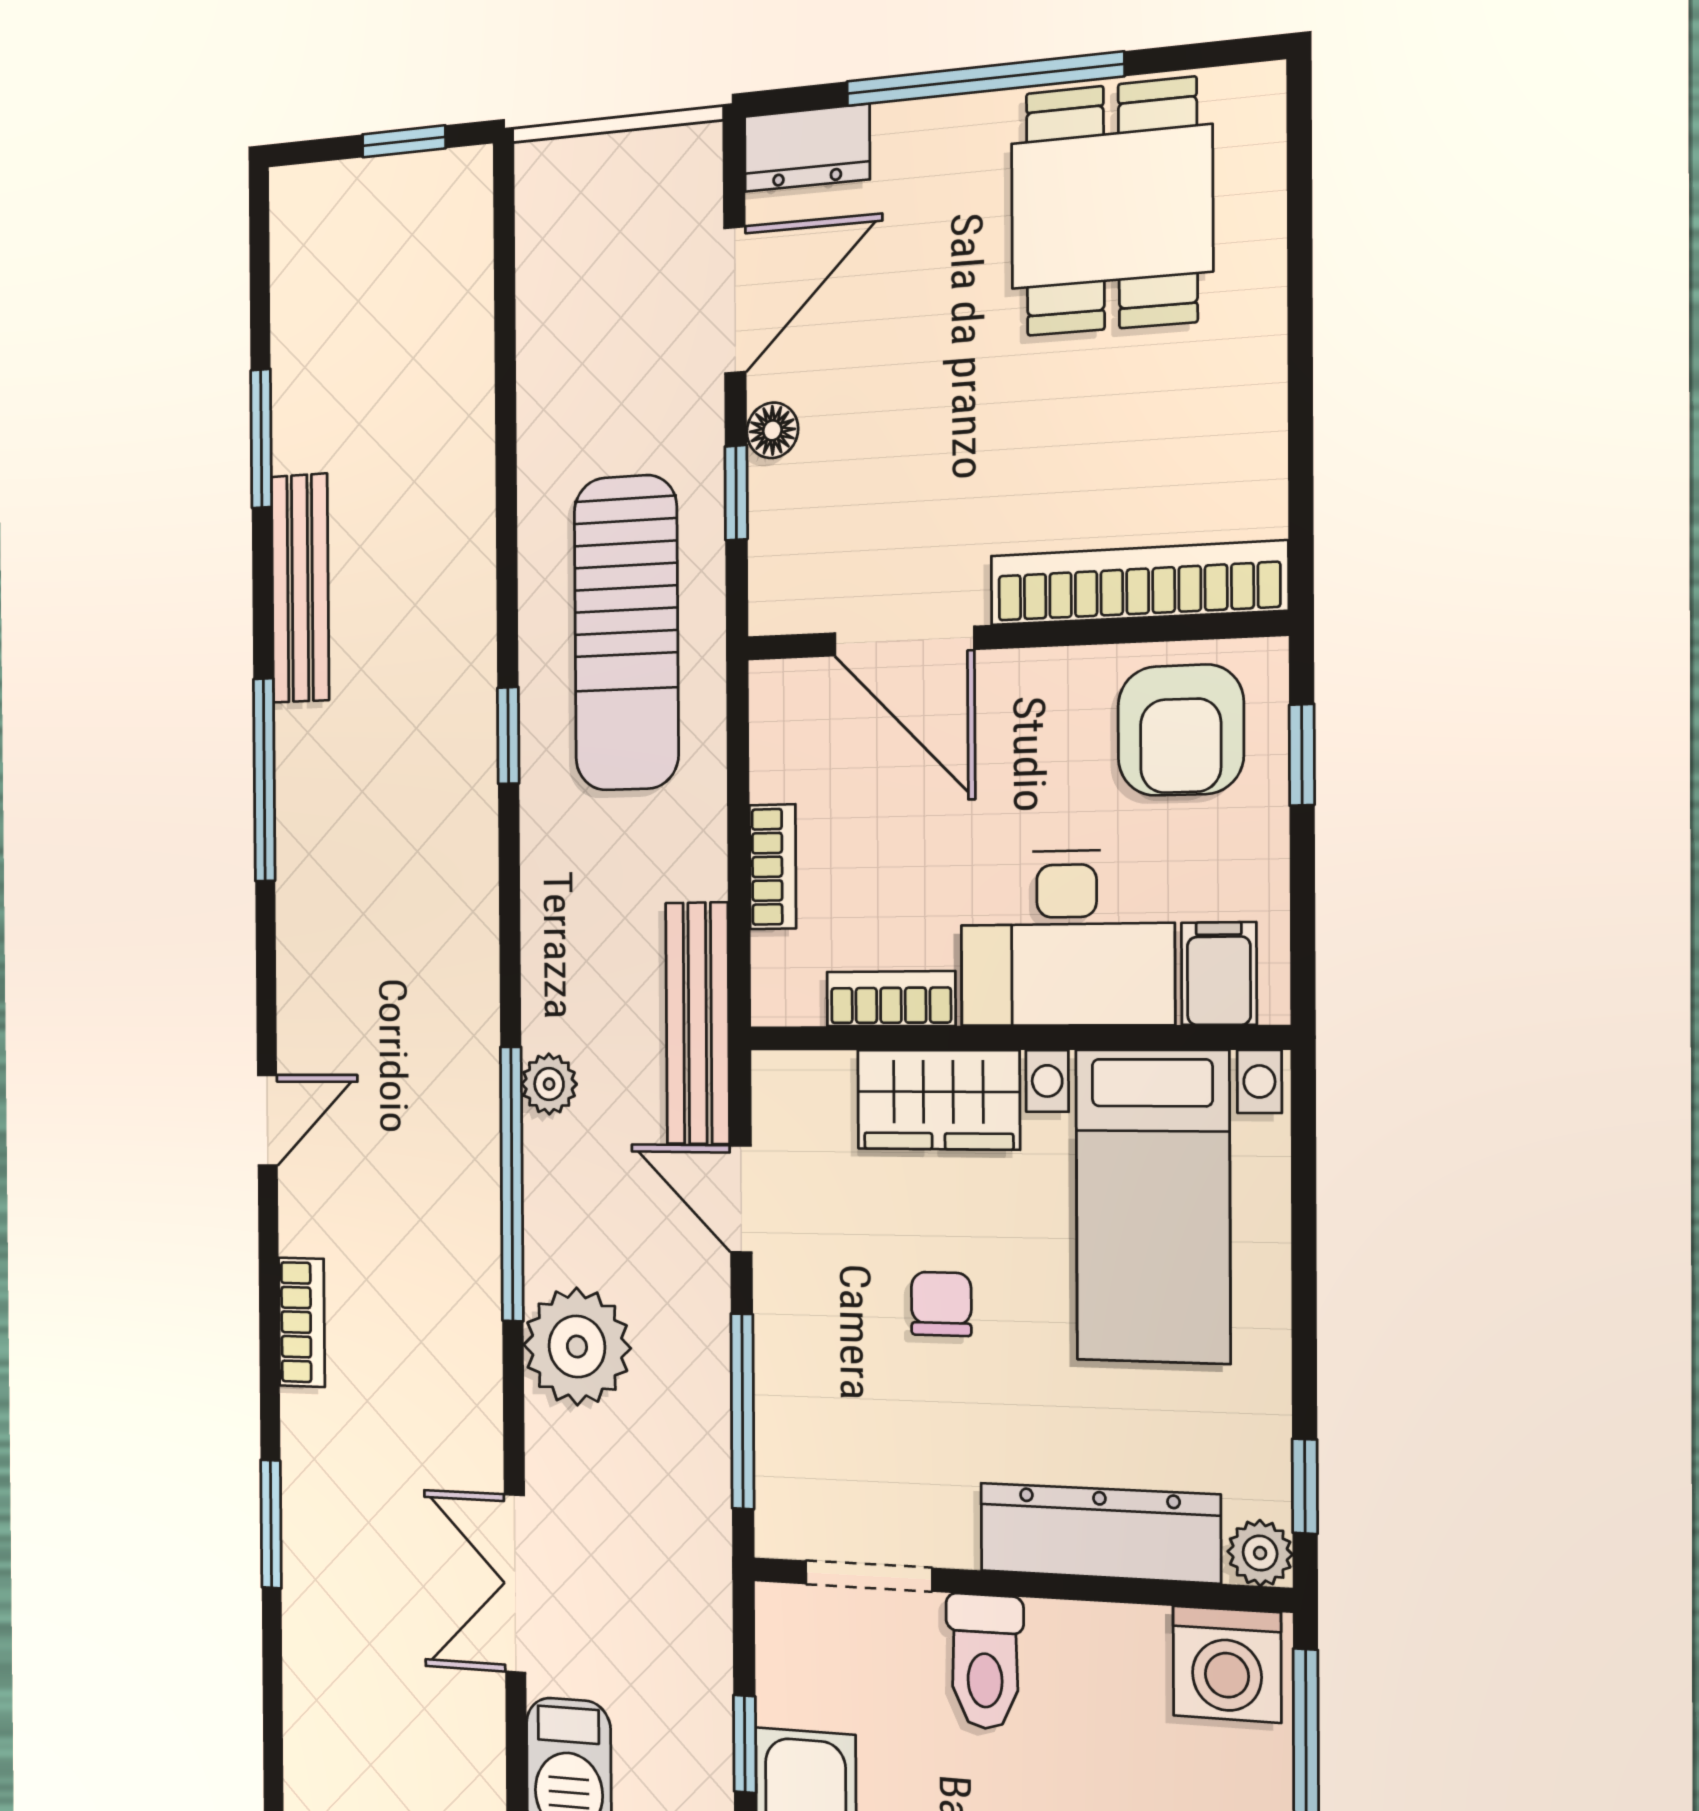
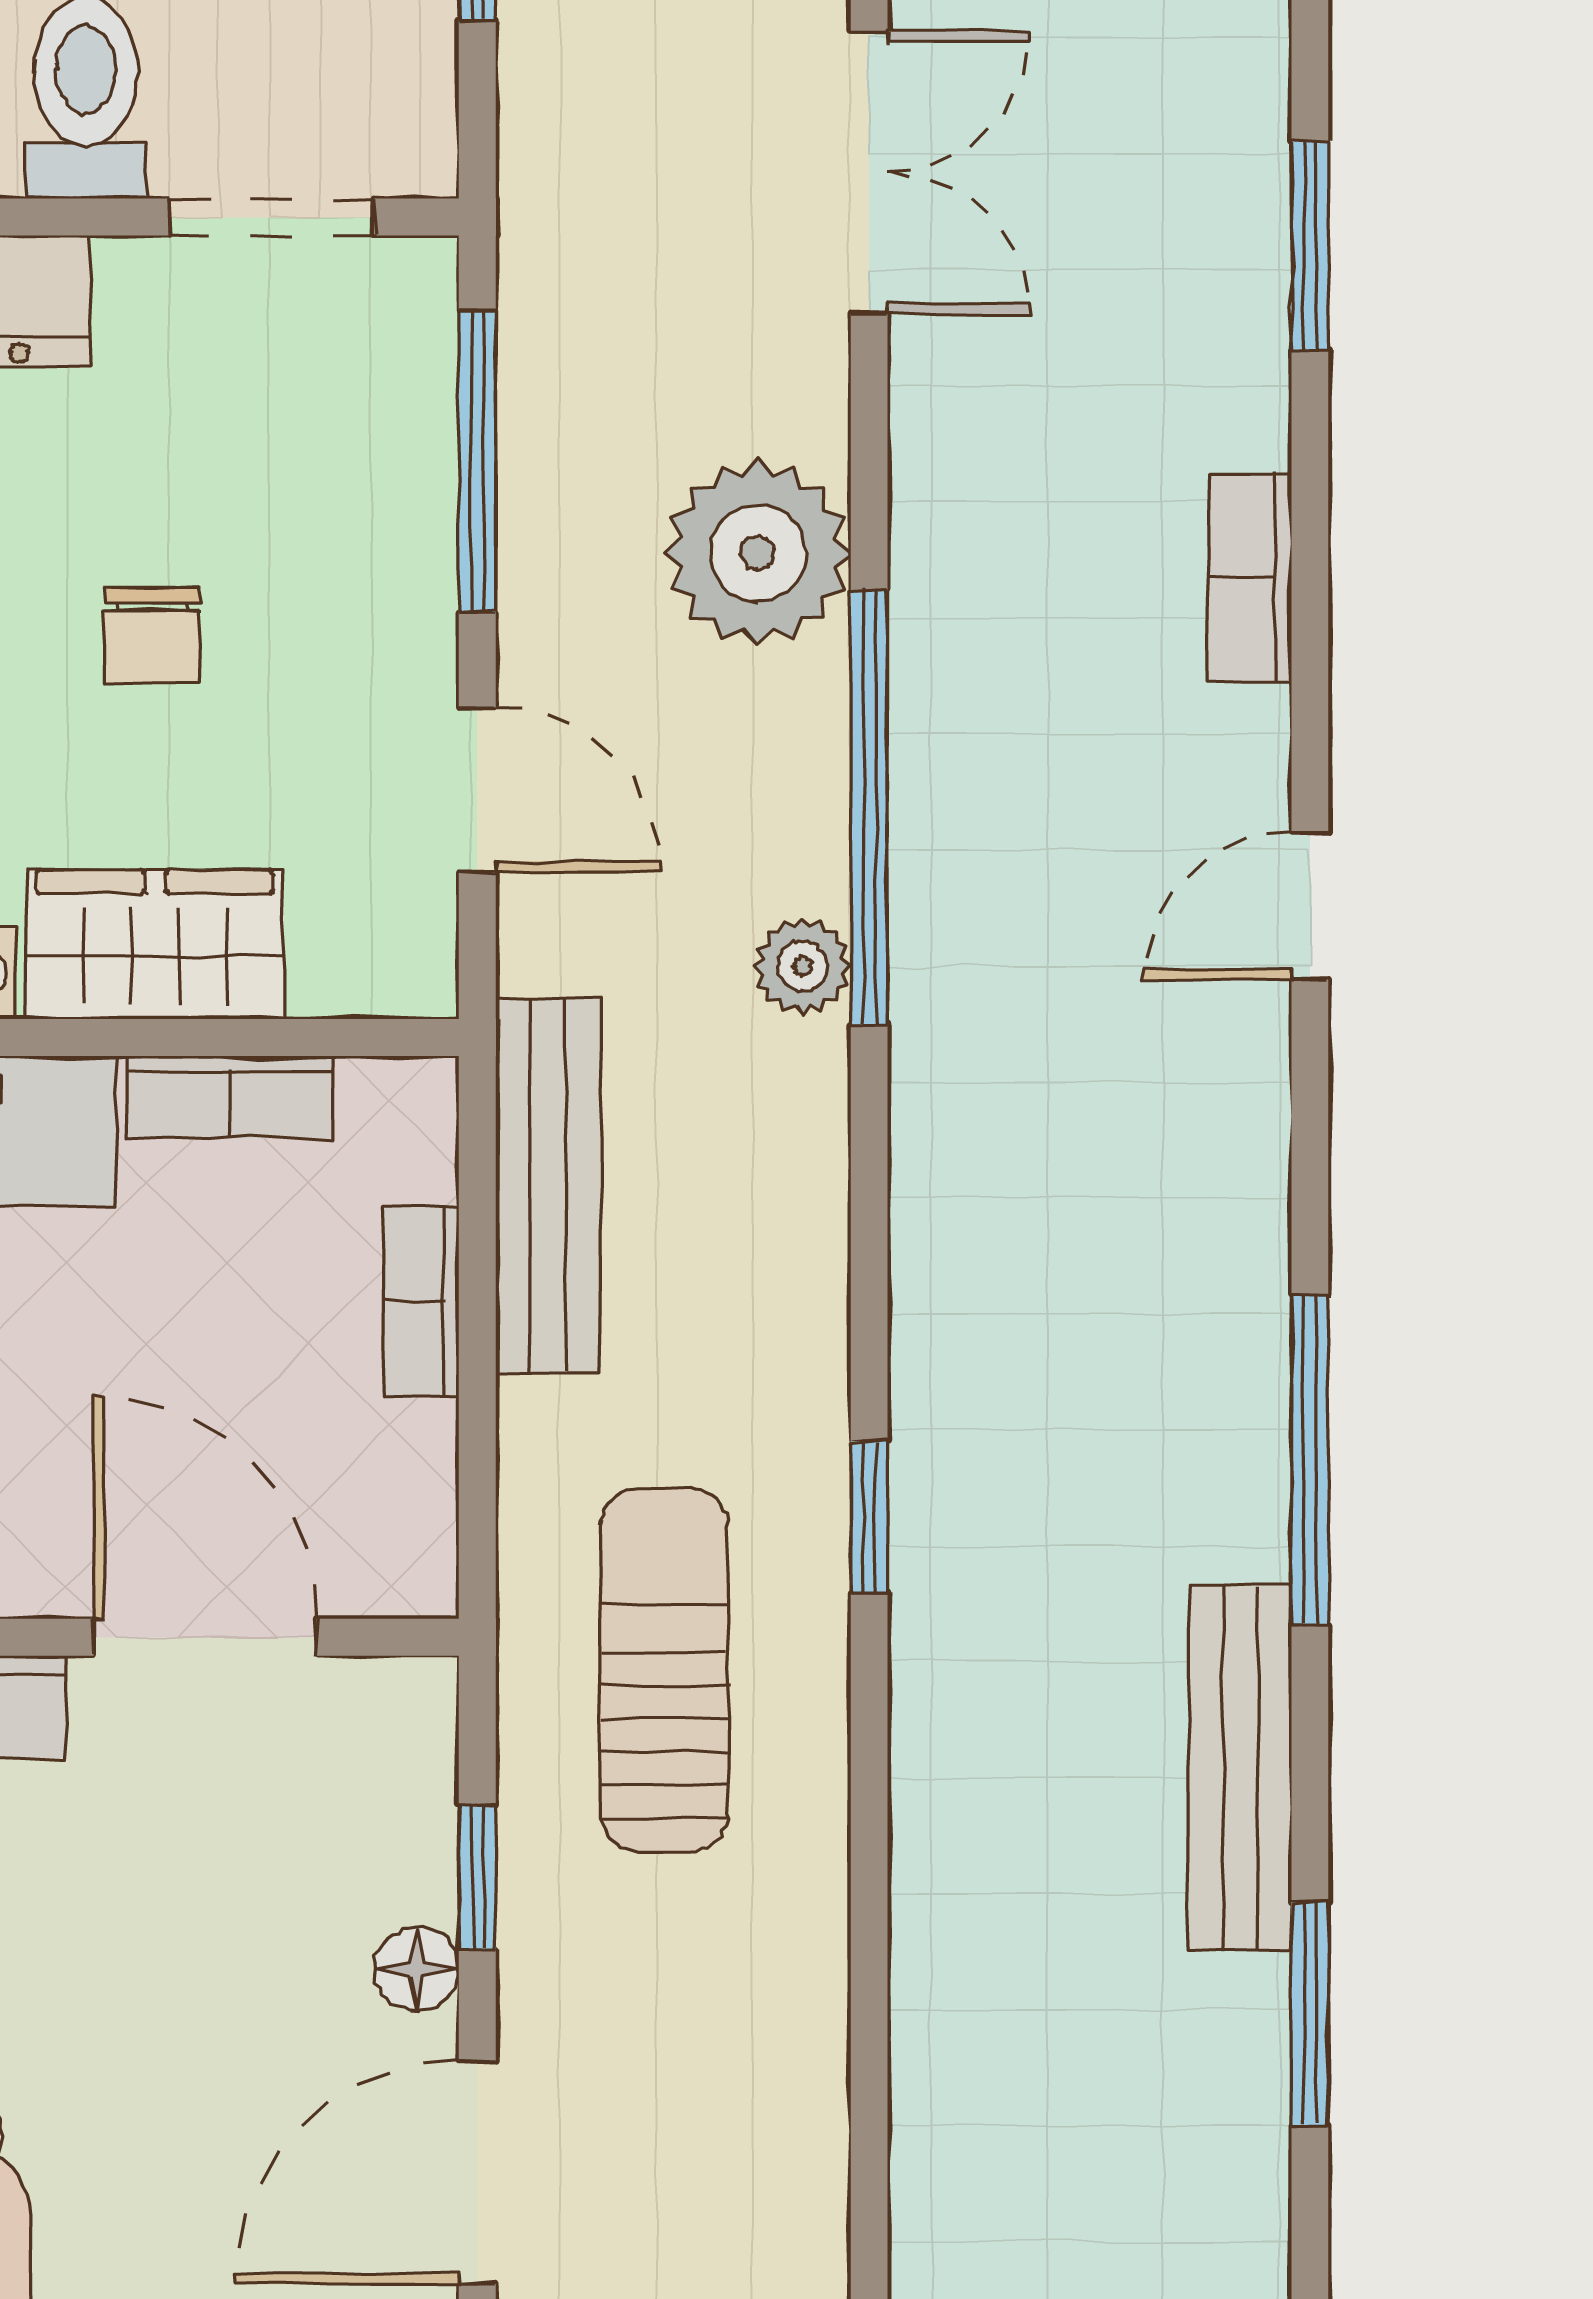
sun lounger: (626, 633) -> (664, 1670), width x0.73, depth x0.75
bench: (698, 1023) -> (548, 1186), moved

